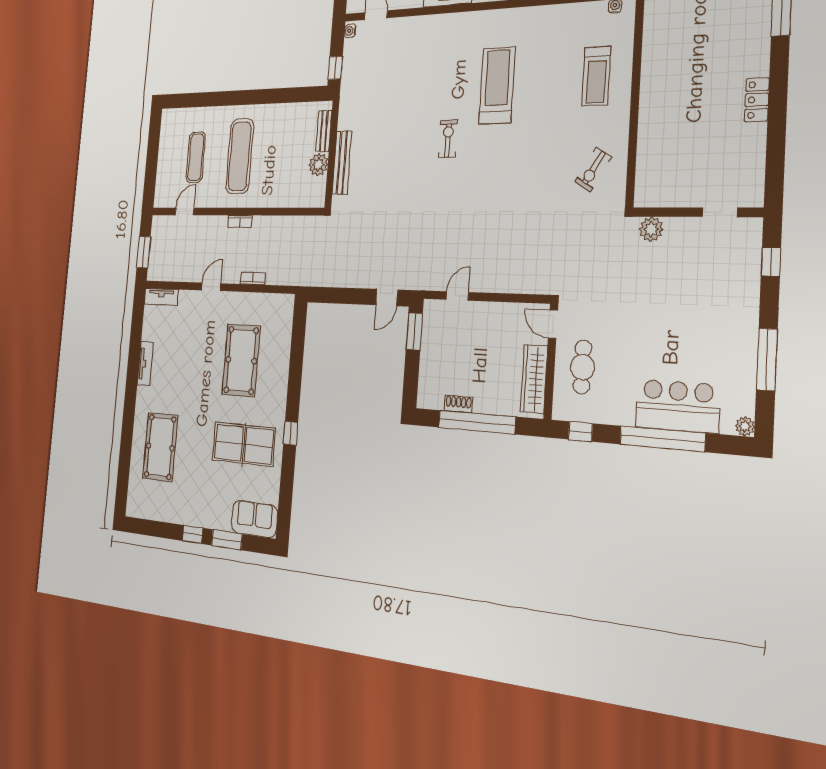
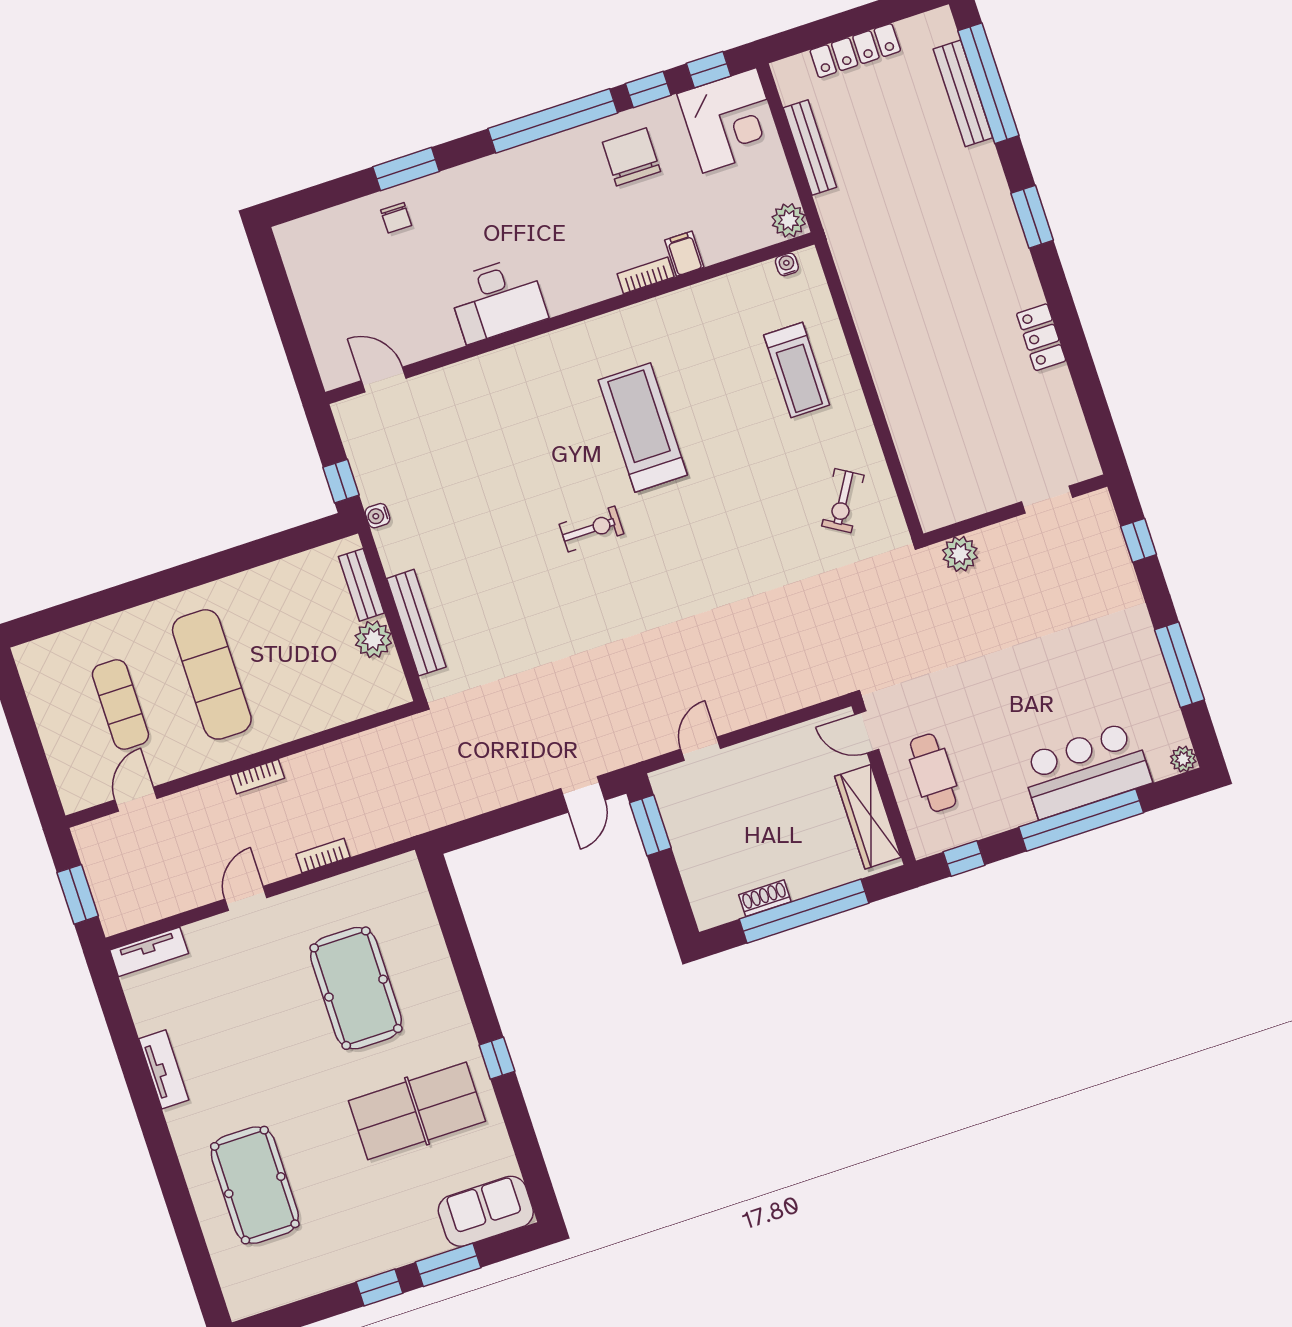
water cooler: (350, 31) -> (378, 516), moved
exercise bike: (448, 139) -> (592, 529), turned 90

